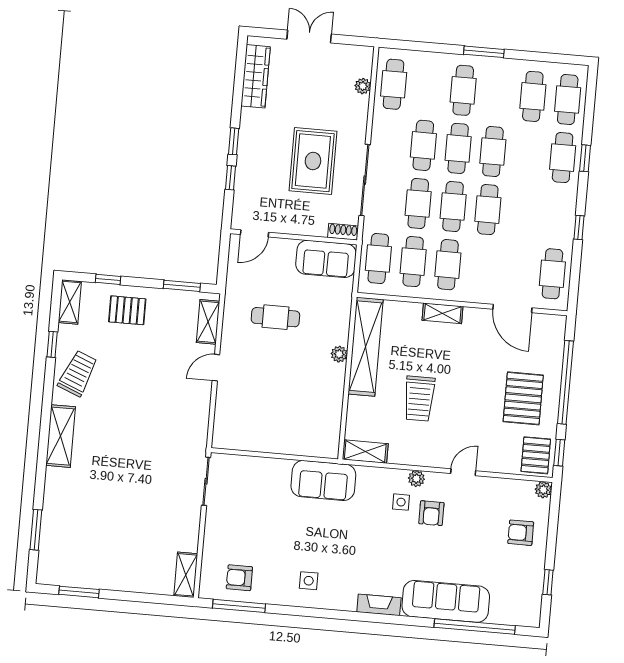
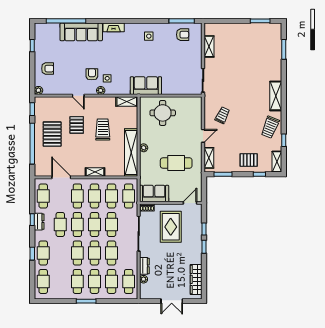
cafe table: (428, 87) -> (112, 281), added
cafe table: (533, 96) -> (77, 281), moved
dresser: (359, 113) -> (144, 266), added
rug: (313, 161) -> (171, 227), moved
cafe table: (523, 213) -> (60, 224), added
dresser: (565, 222) -> (39, 222), added
cafe table: (483, 268) -> (77, 196), added
cafe table: (275, 317) -> (176, 163), width x1.37, depth x1.35
trolley: (172, 406) -> (223, 115), added
round table: (294, 422) -> (163, 113), added
pallet: (536, 455) -> (77, 125), moved
door: (463, 472) -> (78, 96), hinge flipped
shelving: (186, 575) -> (209, 46), moved

